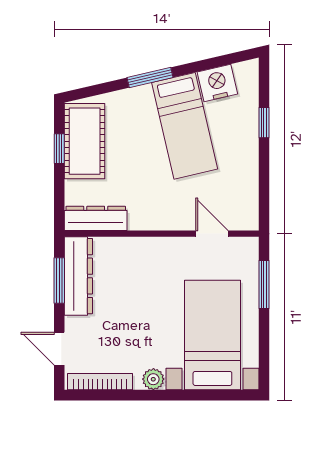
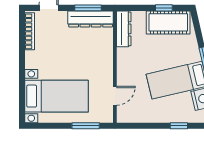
plant: (153, 379) -> (31, 62), removed

